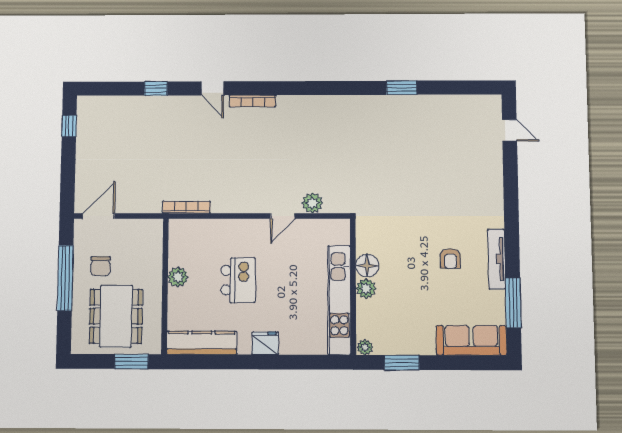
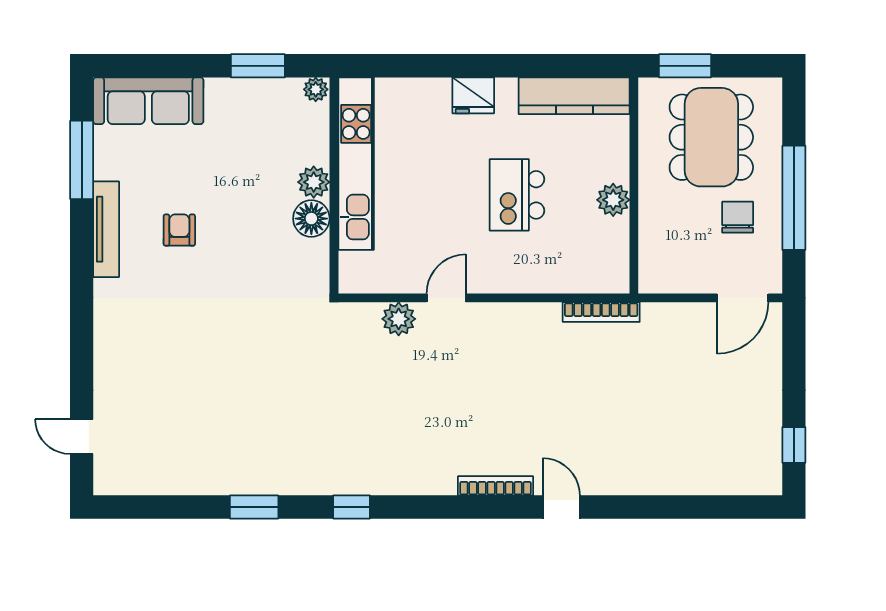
window: (156, 88) -> (352, 507), moved

